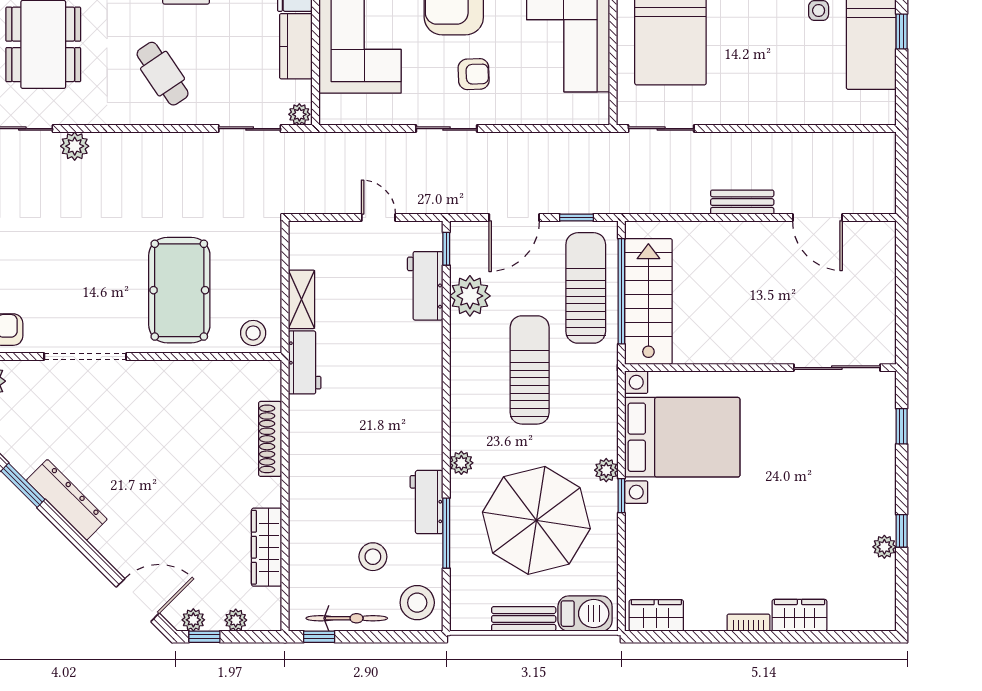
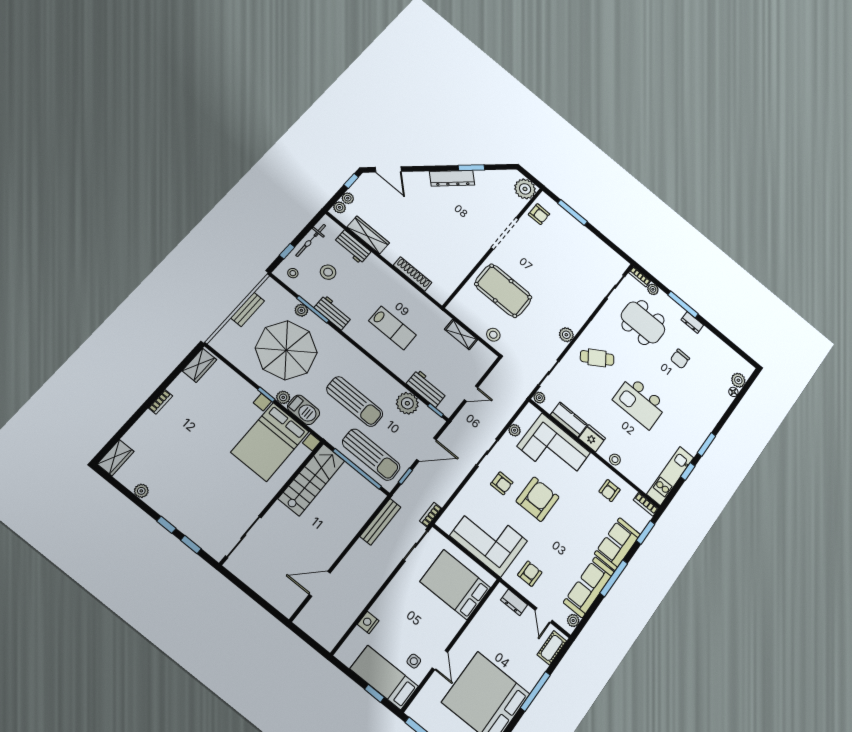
armchair: (474, 74) -> (502, 483), turned -88
nightstand: (817, 112) -> (368, 622), added
plant: (380, 114) -> (515, 430), added
bookcase: (602, 141) -> (431, 515), added
plant: (75, 146) -> (566, 335), moved
bench: (742, 202) -> (380, 522), moved, width x1.36
door: (514, 218) -> (426, 450), swing flipped
stairs: (648, 301) -> (311, 480), moved, turned -90
stool: (253, 333) -> (493, 335), moved
workbench: (305, 362) -> (352, 247), moved
lab bench: (377, 403) -> (392, 328), added
plant: (461, 463) -> (301, 310), moved
window: (902, 531) -> (166, 525), moved
door: (138, 600) -> (388, 169), hinge flipped
stool: (417, 603) -> (293, 273), width x0.53, depth x0.53
barbecue: (585, 614) -> (304, 410), moved, turned -90
wardrobe: (799, 615) -> (116, 458), moved
plant: (193, 620) -> (340, 207), moved
window: (319, 637) -> (287, 251), moved

